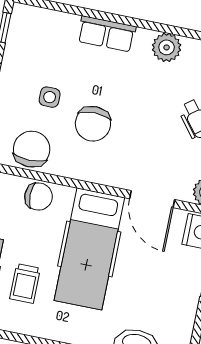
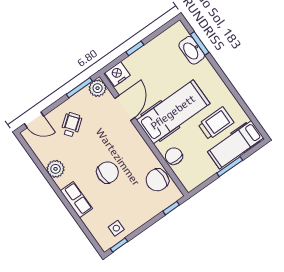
side table: (50, 97) -> (116, 228), moved
chair: (93, 124) -> (108, 172), moved
trolley: (25, 284) -> (216, 123), width x1.36, depth x1.39

